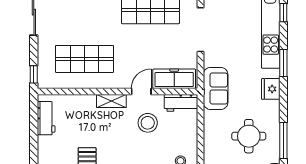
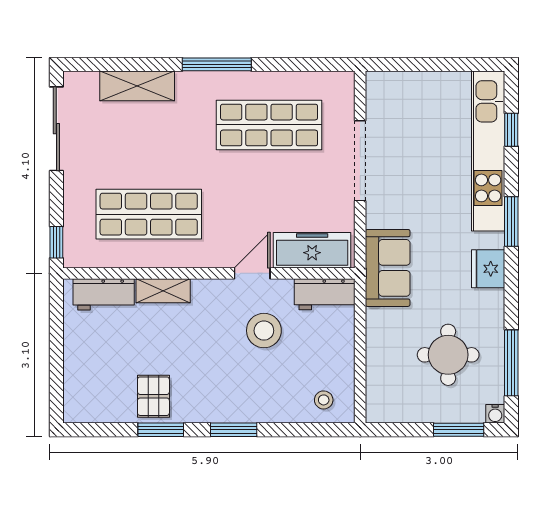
shelving: (111, 101) -> (163, 291), moved
workbench: (46, 118) -> (104, 294), moved, turned 90

